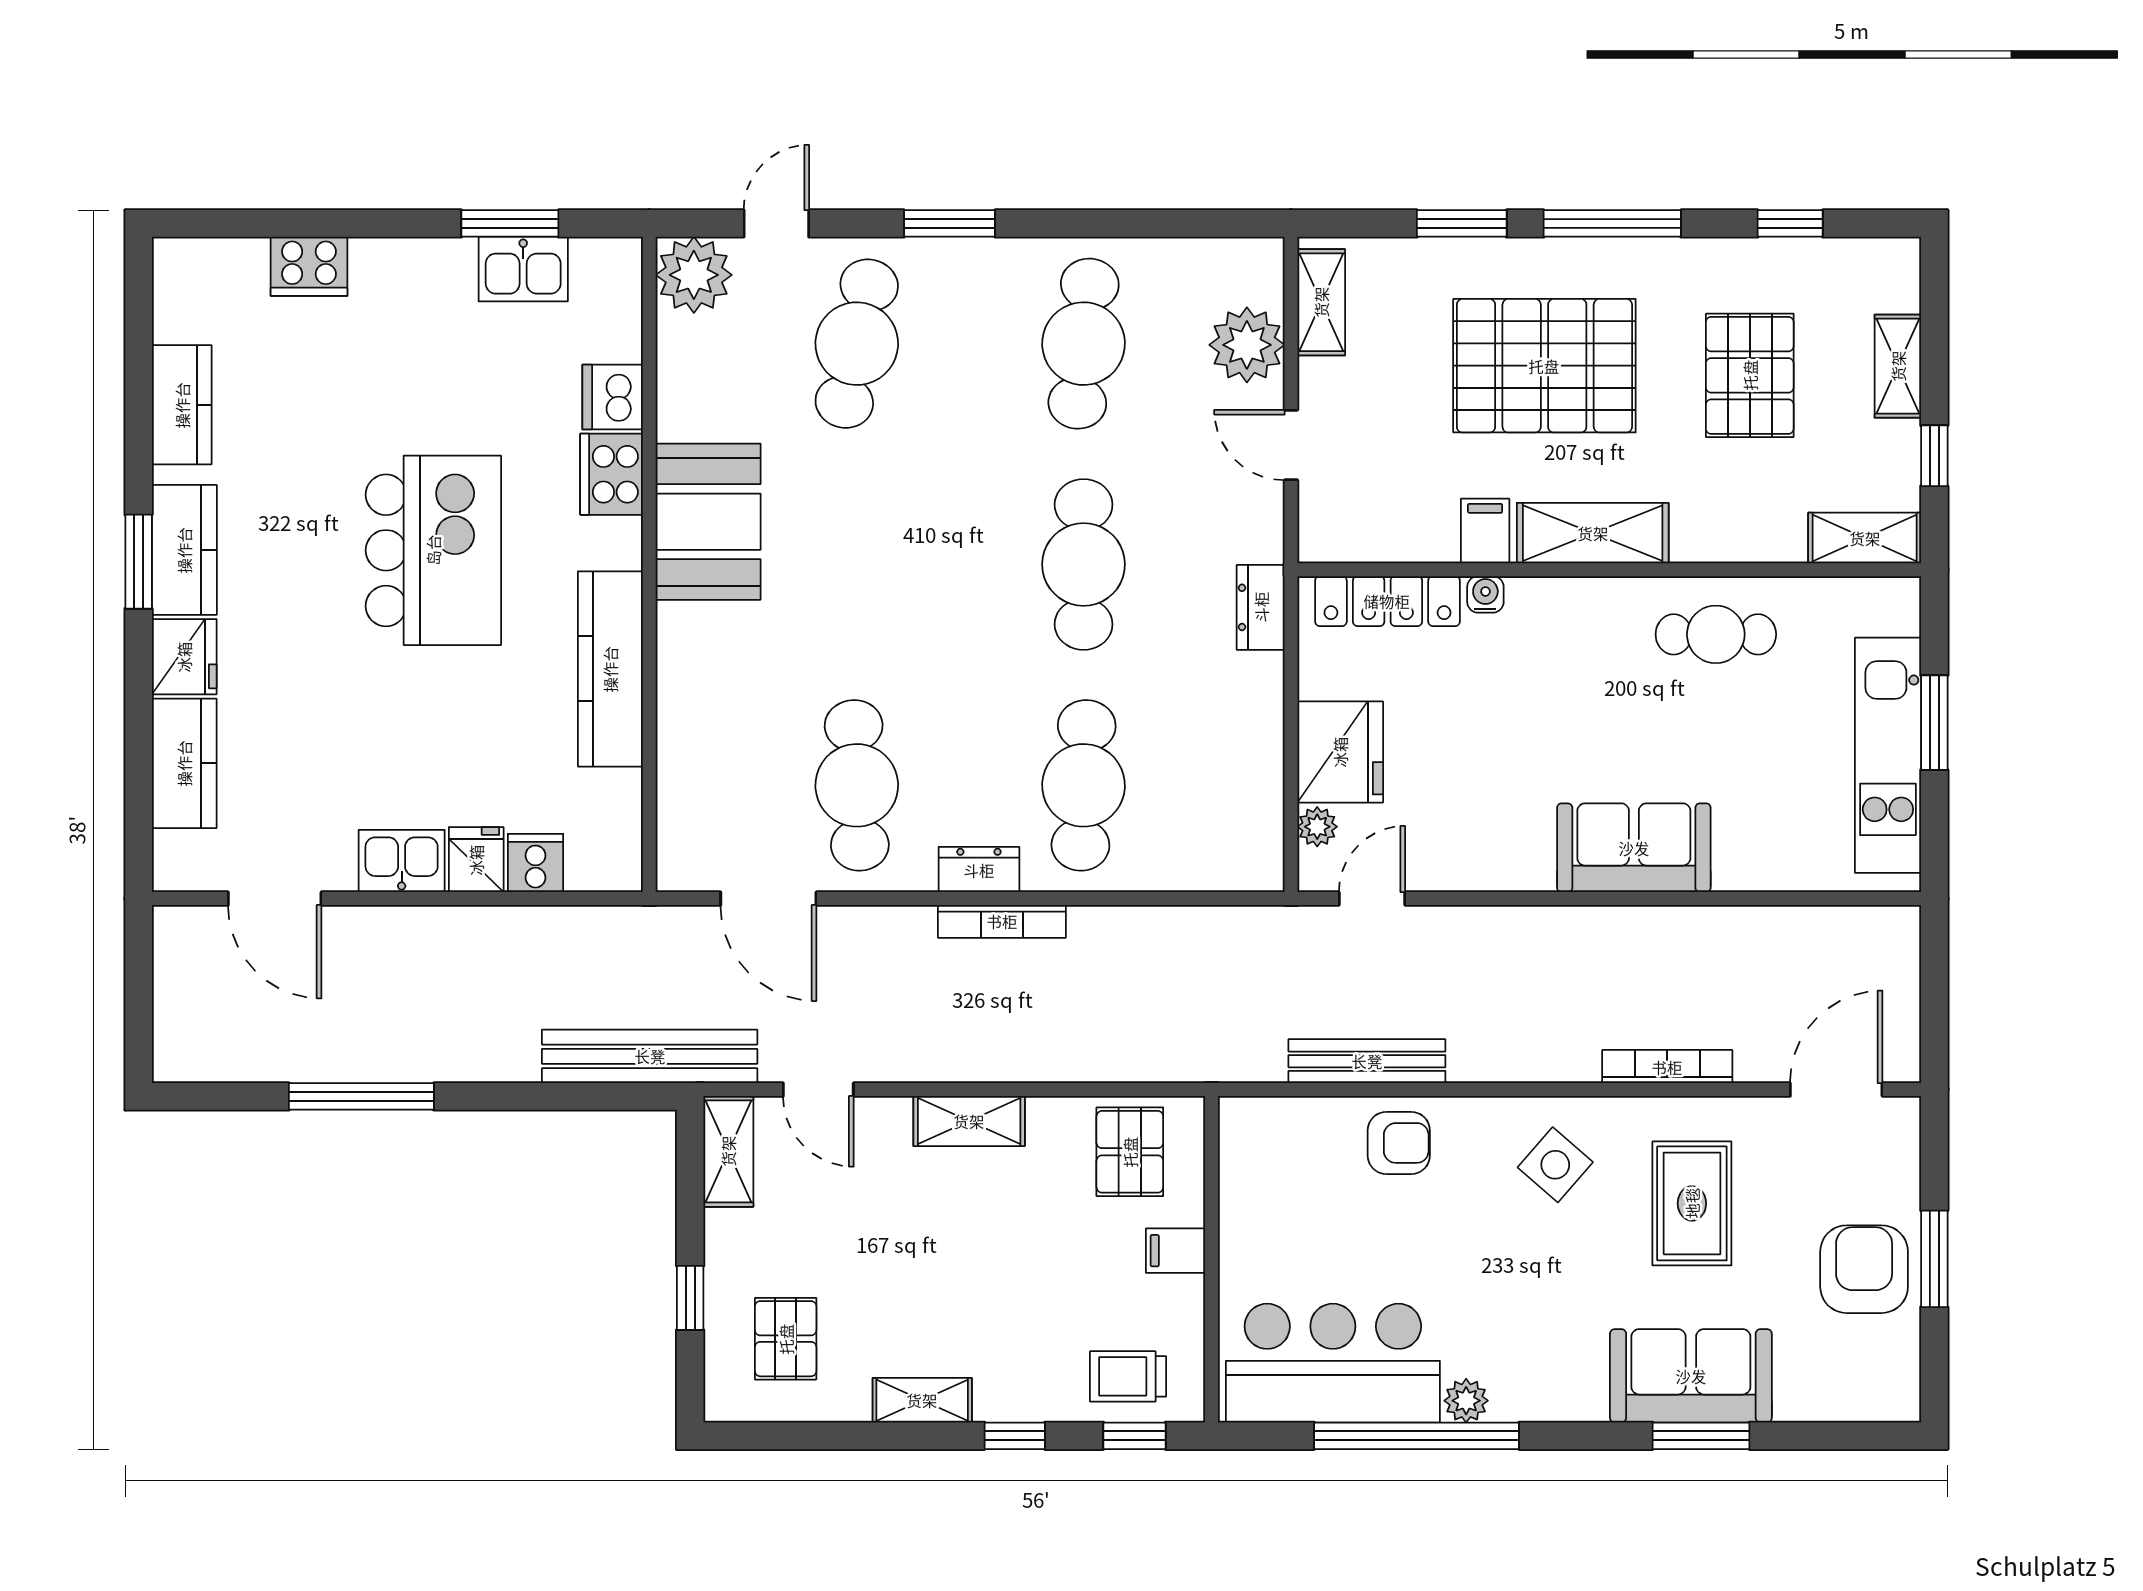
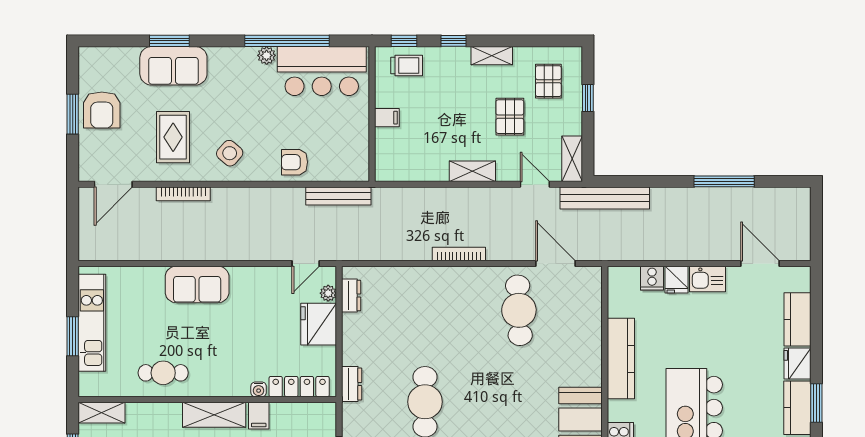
cafe table: (1084, 785) -> (425, 310), removed
dresser: (979, 870) -> (351, 295), moved, turned -90
bench: (1367, 1061) -> (338, 196), moved
pallet: (1130, 1152) -> (510, 117), moved

